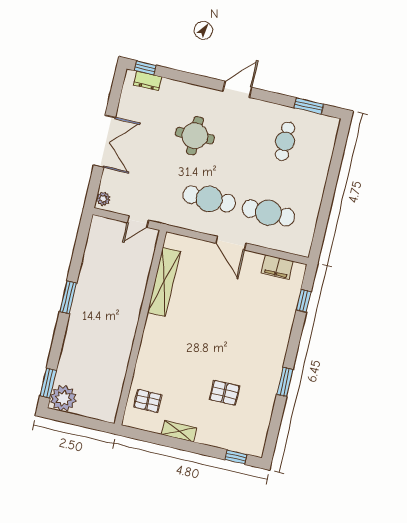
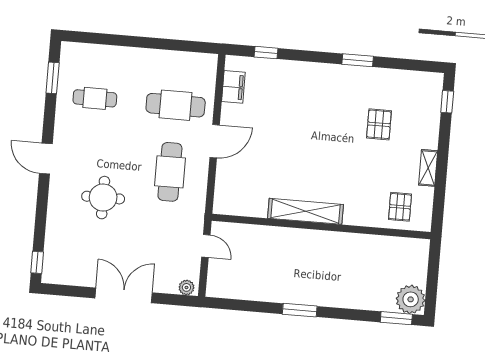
dresser: (148, 81) -> (51, 258), removed
cafe table: (268, 213) -> (176, 105), turned 90
shelving: (164, 282) -> (306, 211), moved

